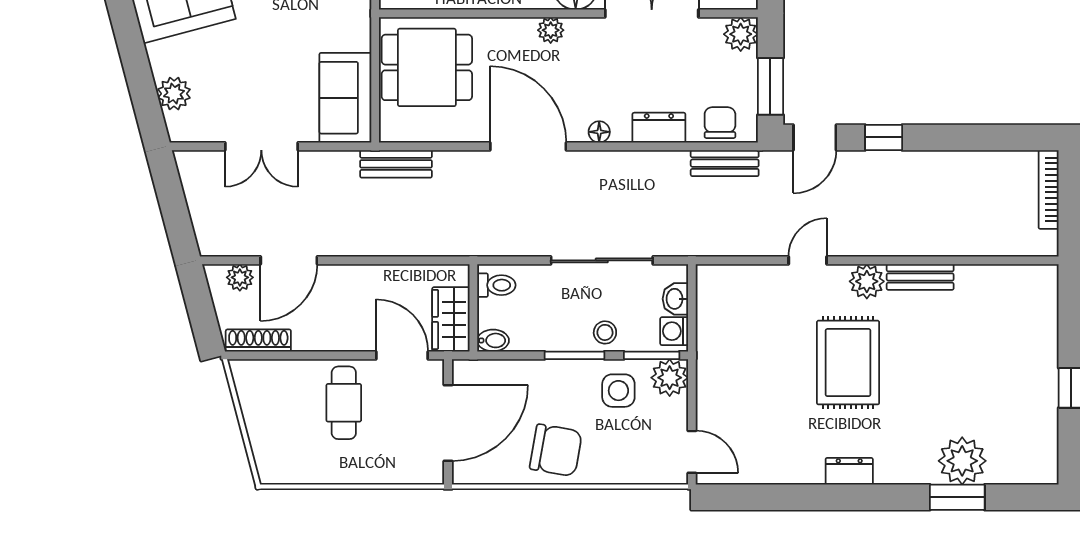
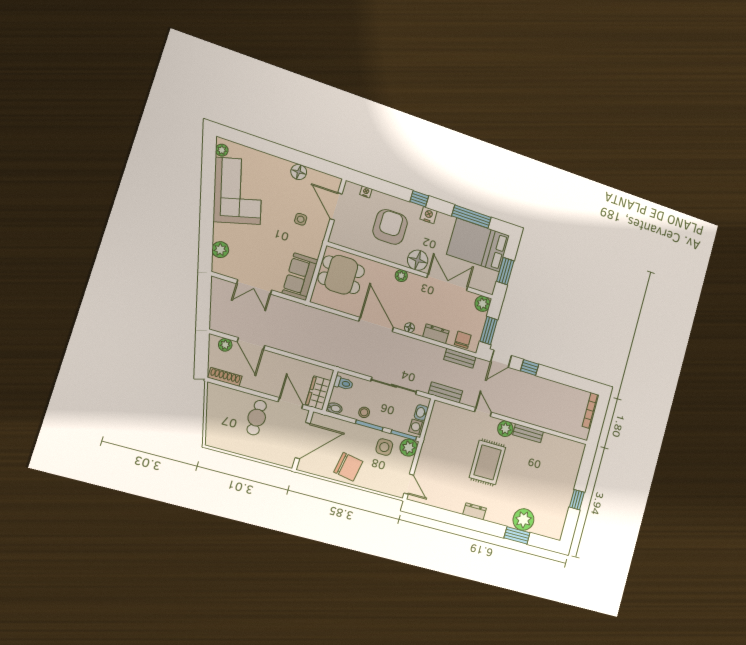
bench: (396, 164) -> (445, 392), moved
door: (289, 260) -> (251, 344), hinge flipped
door: (808, 260) -> (483, 412), hinge flipped
stool: (605, 332) -> (364, 412), moved

